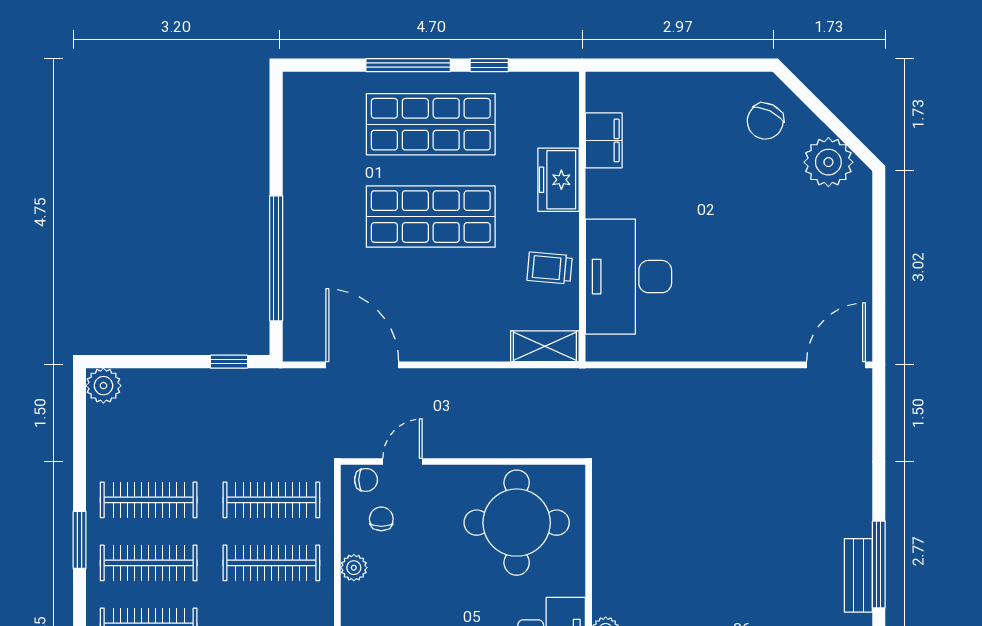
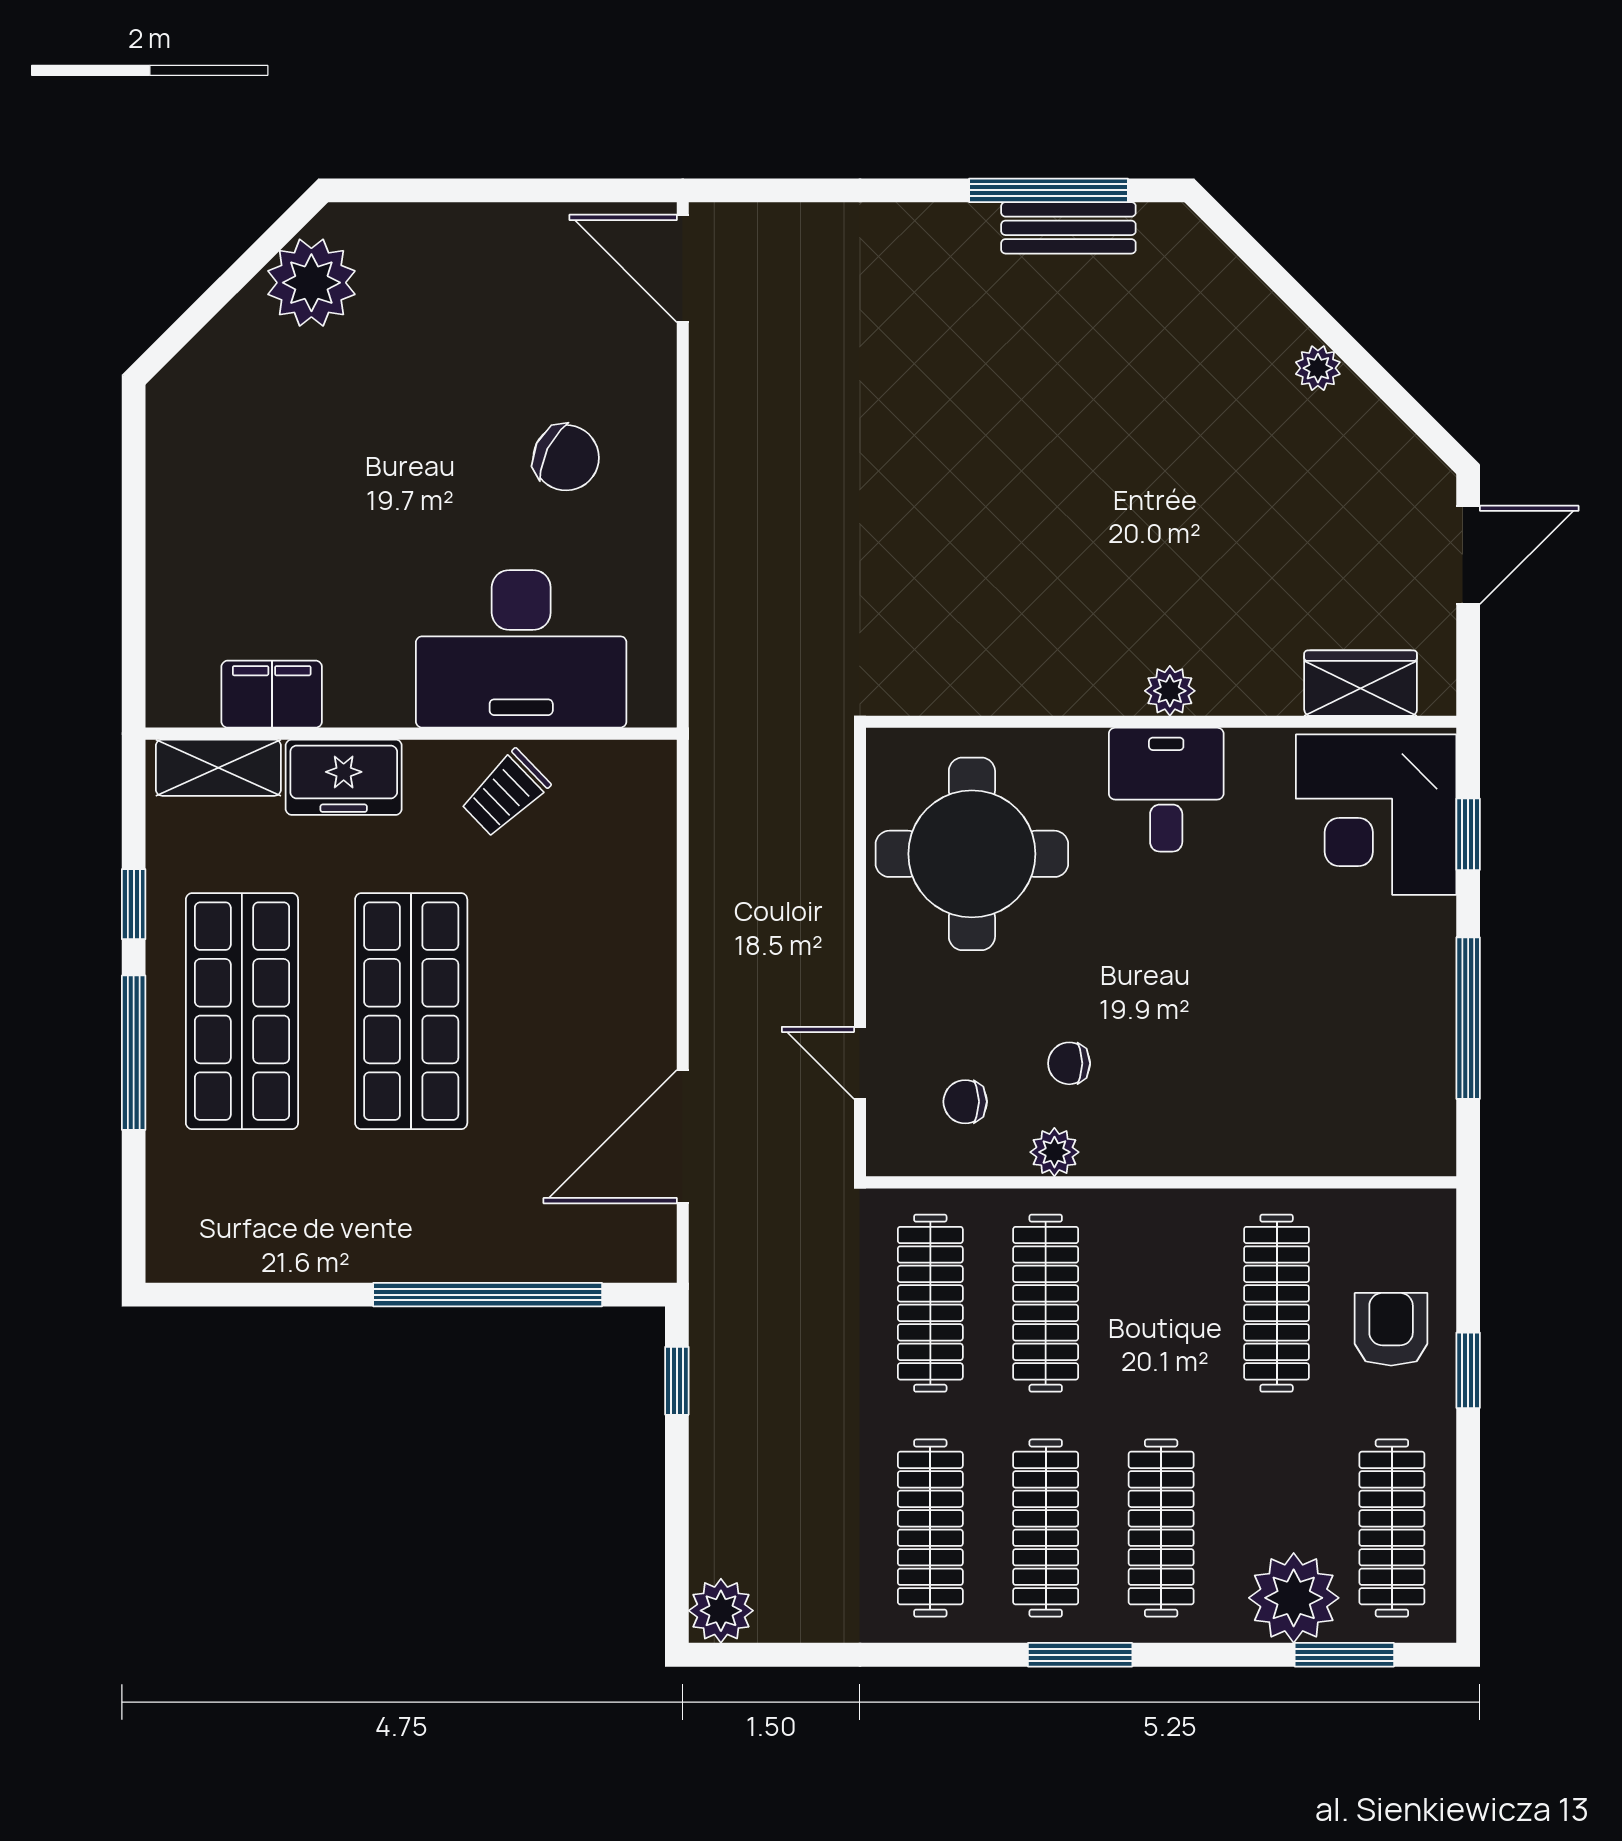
chair: (765, 121) -> (566, 458), moved
trolley: (550, 268) -> (505, 793), turned 41
shelving: (545, 346) -> (218, 768), moved, turned 90
chair: (366, 480) -> (1069, 1063), moved, turned -90
window: (79, 540) -> (1080, 1655), moved

